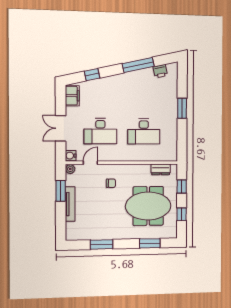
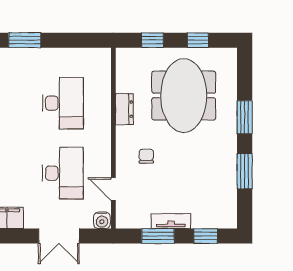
plant: (70, 169) -> (123, 221), removed
dresser: (161, 169) -> (124, 109), moved
tv unit: (70, 204) -> (171, 221), width x0.71
window: (61, 221) -> (205, 236), added
window: (150, 243) -> (245, 117), moved

